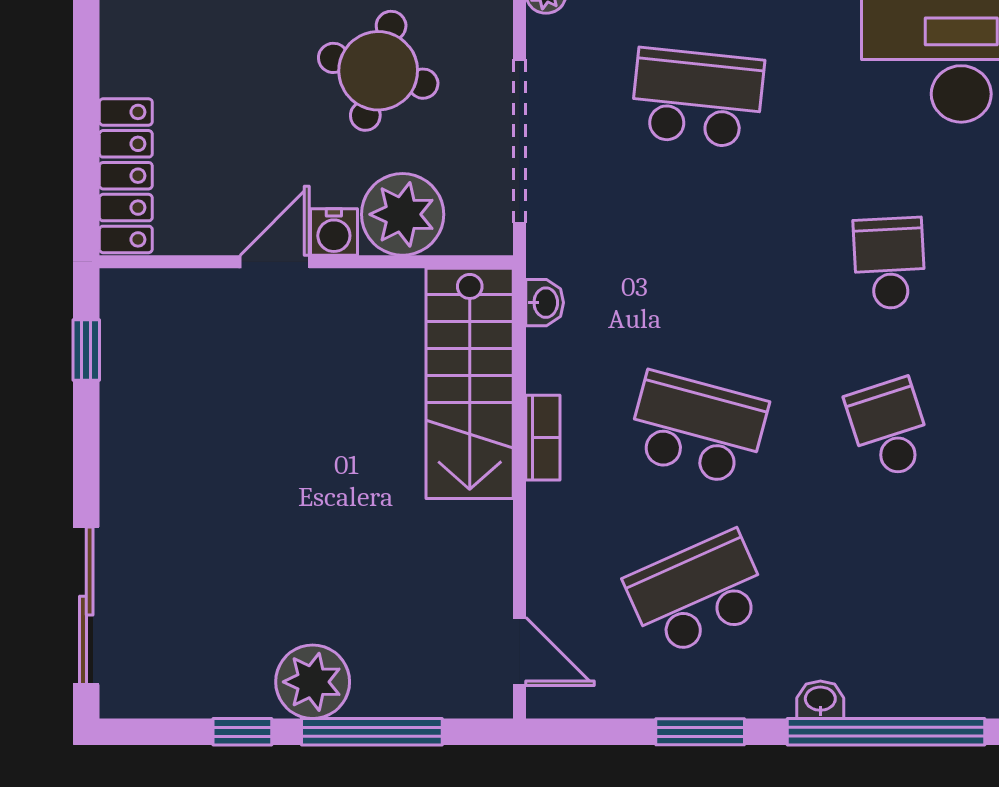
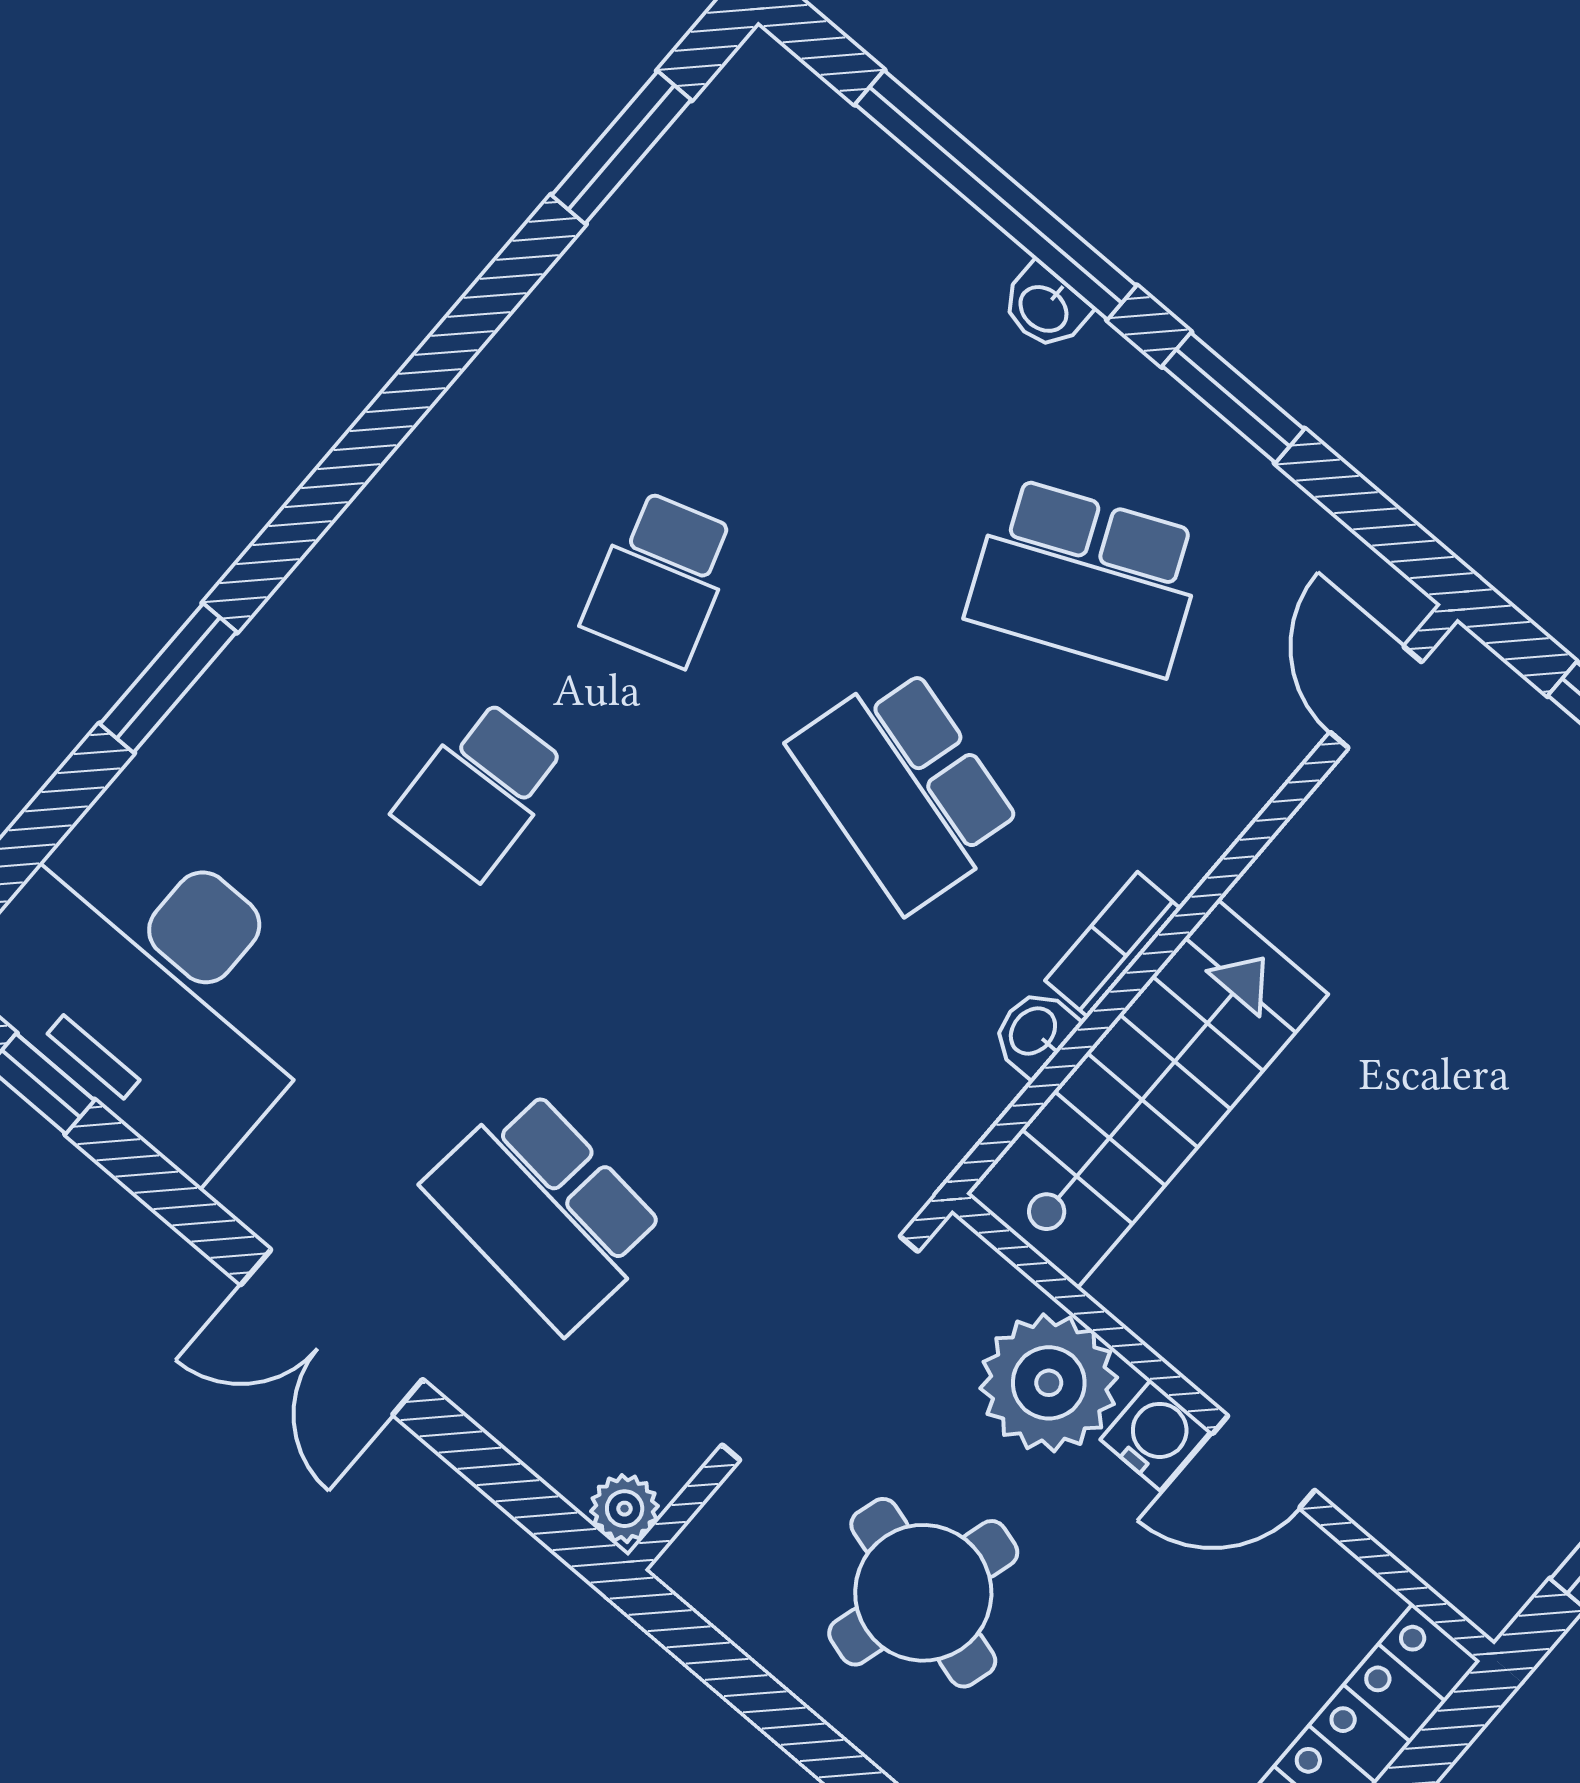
washbasin: (545, 303) -> (1034, 1032), moved

